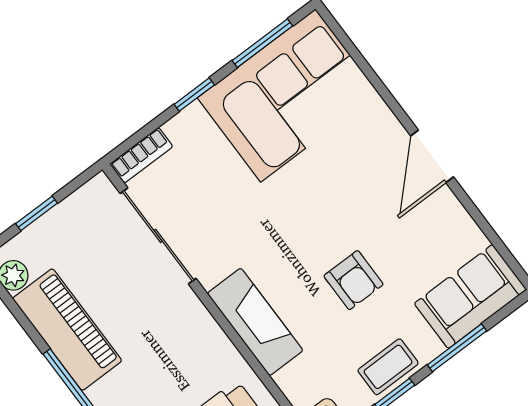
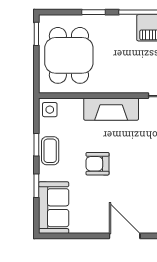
window: (457, 348) -> (36, 186), width x0.67

